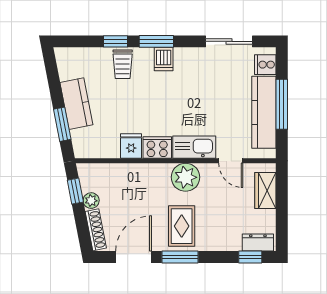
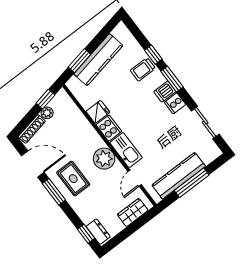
cooker: (265, 65) -> (175, 103), moved, turned -90
kitchen counter: (76, 104) -> (98, 60), width x1.50
rug: (182, 226) -> (73, 179), turned 90

